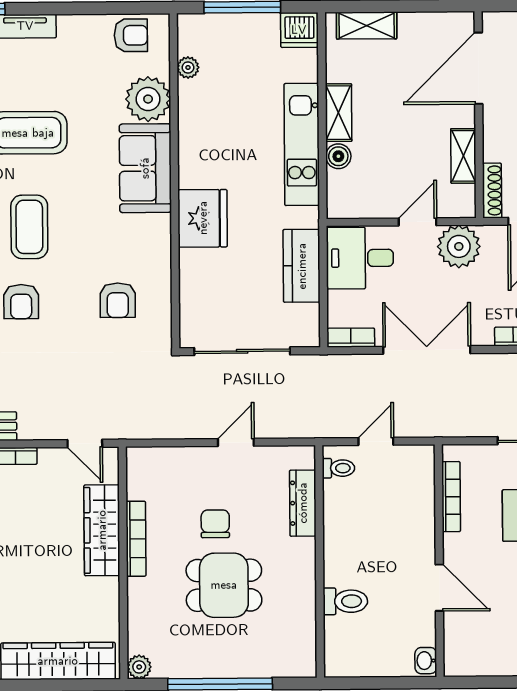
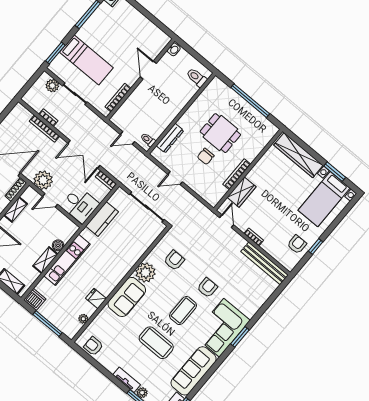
plant: (148, 99) -> (146, 273), moved
fridge: (203, 218) -> (96, 298), moved, width x0.53, depth x0.75
wardrobe: (102, 530) -> (242, 192), width x0.67
toilet: (345, 601) -> (197, 78), moved
plant: (139, 667) -> (273, 130), removed

